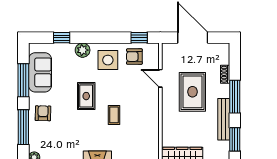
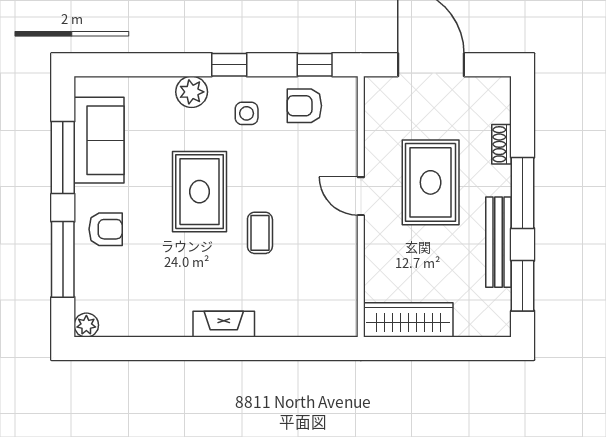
window: (62, 38) -> (229, 65), moved
side table: (108, 60) -> (247, 113), width x0.54, depth x0.54
door: (160, 78) -> (361, 196), moved
rug: (86, 96) -> (199, 192), width x1.36, depth x1.43
armchair: (43, 113) -> (106, 229), turned 89

